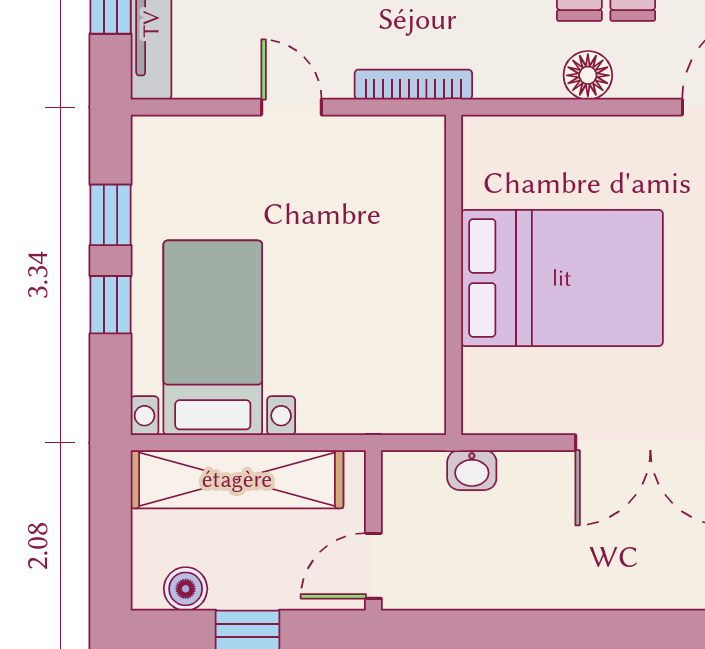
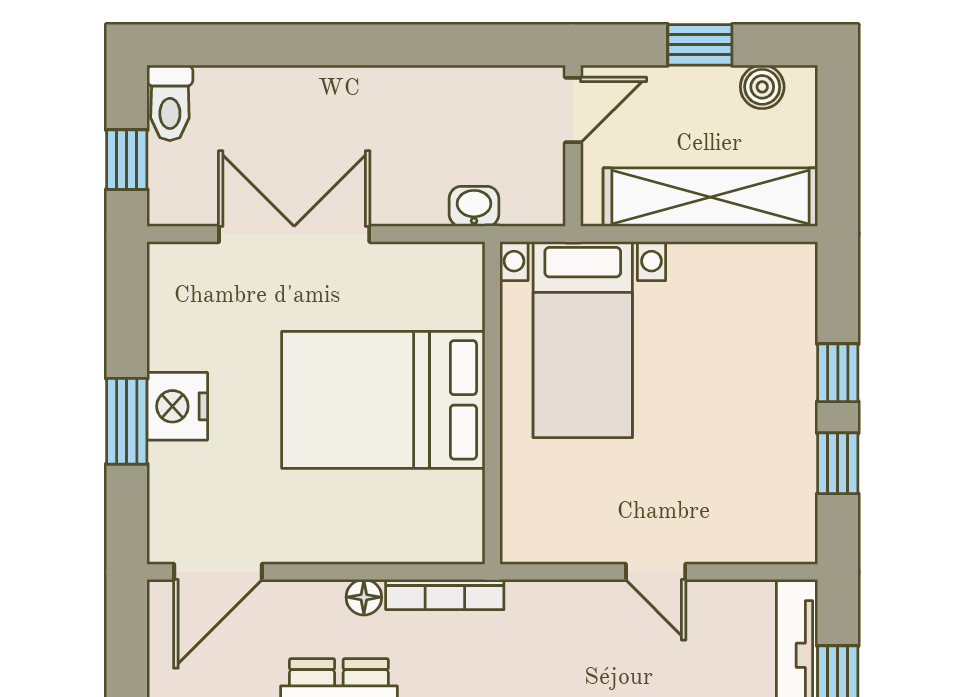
floor lamp: (588, 75) -> (364, 597), width x0.73, depth x0.73
bookcase: (413, 85) -> (445, 595), moved
bed with nightstands: (213, 338) -> (583, 340), moved

